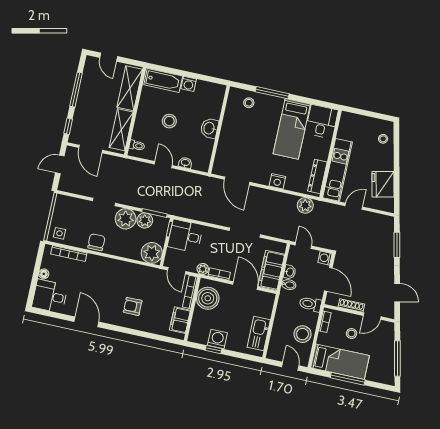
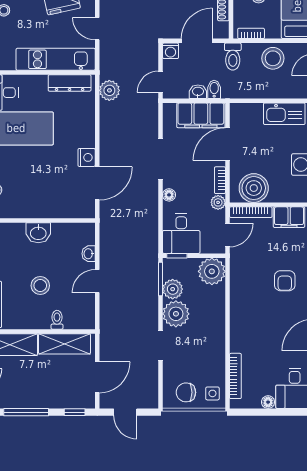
toilet: (137, 145) -> (57, 320), moved
nightstand: (277, 181) -> (87, 157), moved
floor lamp: (216, 233) -> (169, 195), added
chair: (96, 242) -> (186, 392), moved

